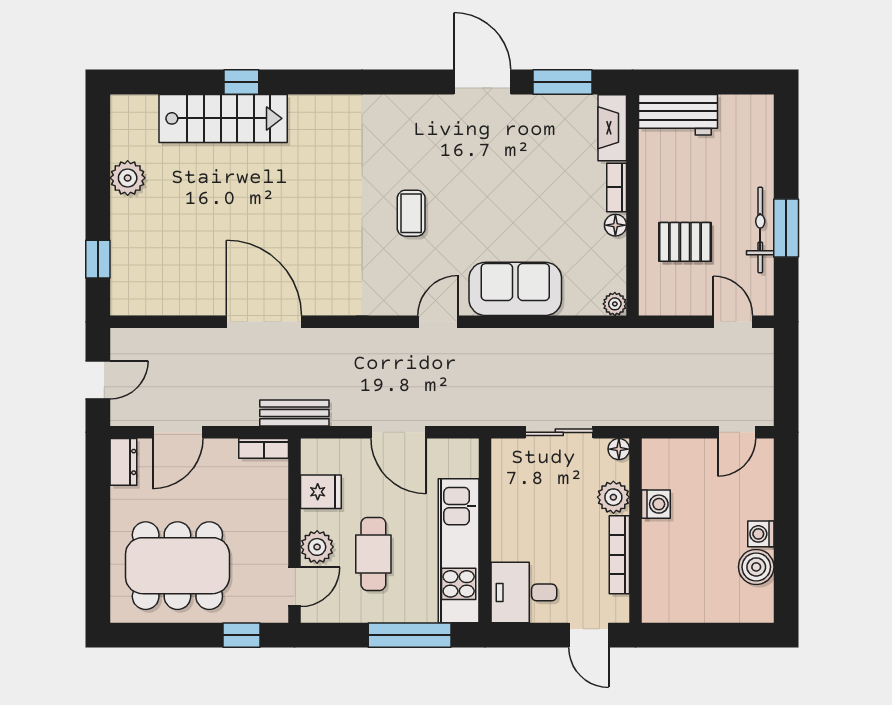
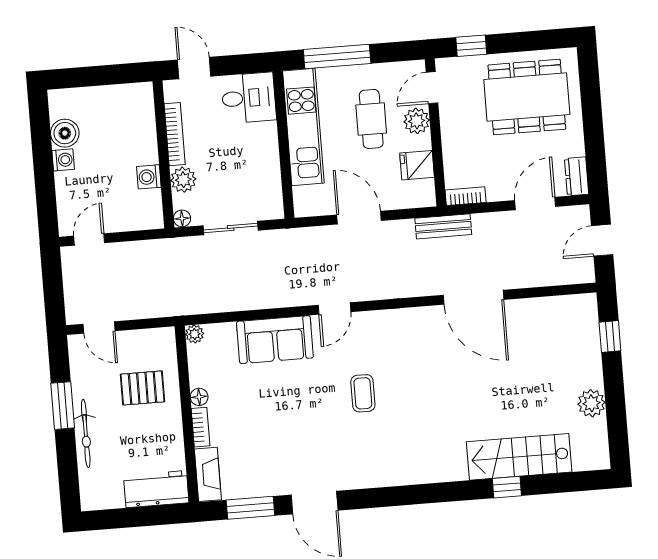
bicycle: (760, 230) -> (86, 433), moved

